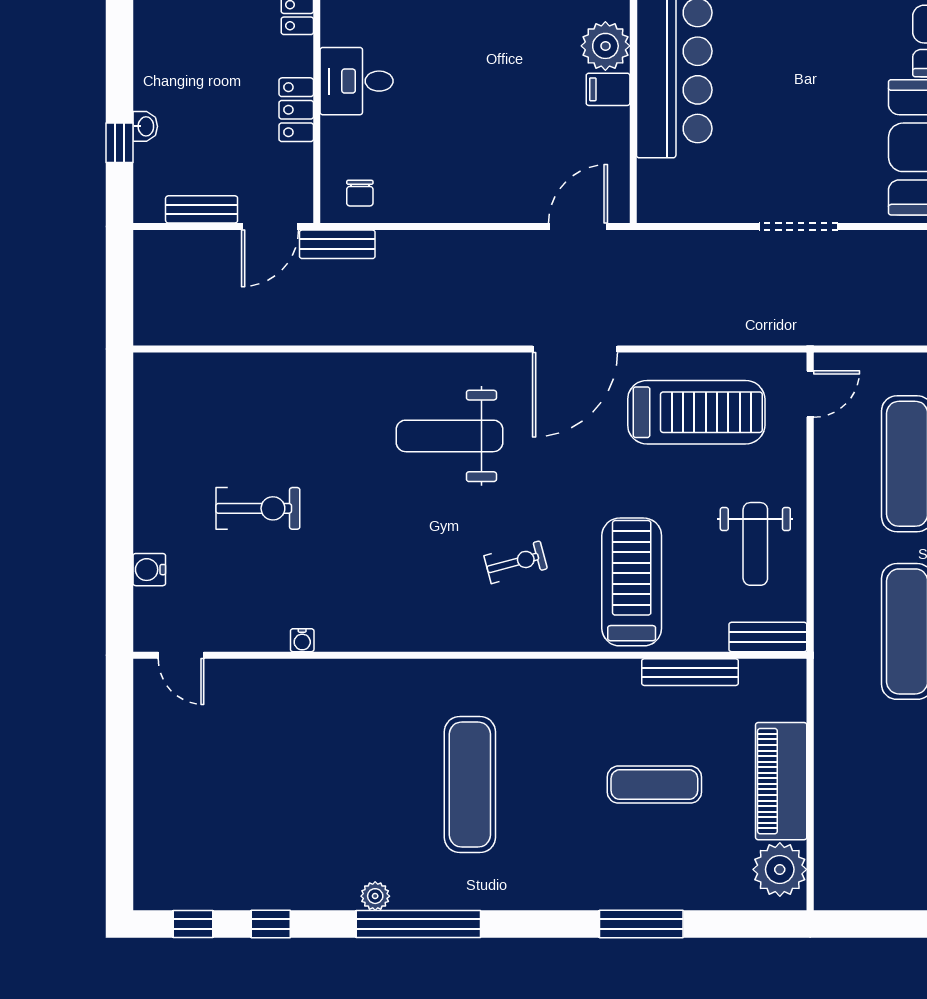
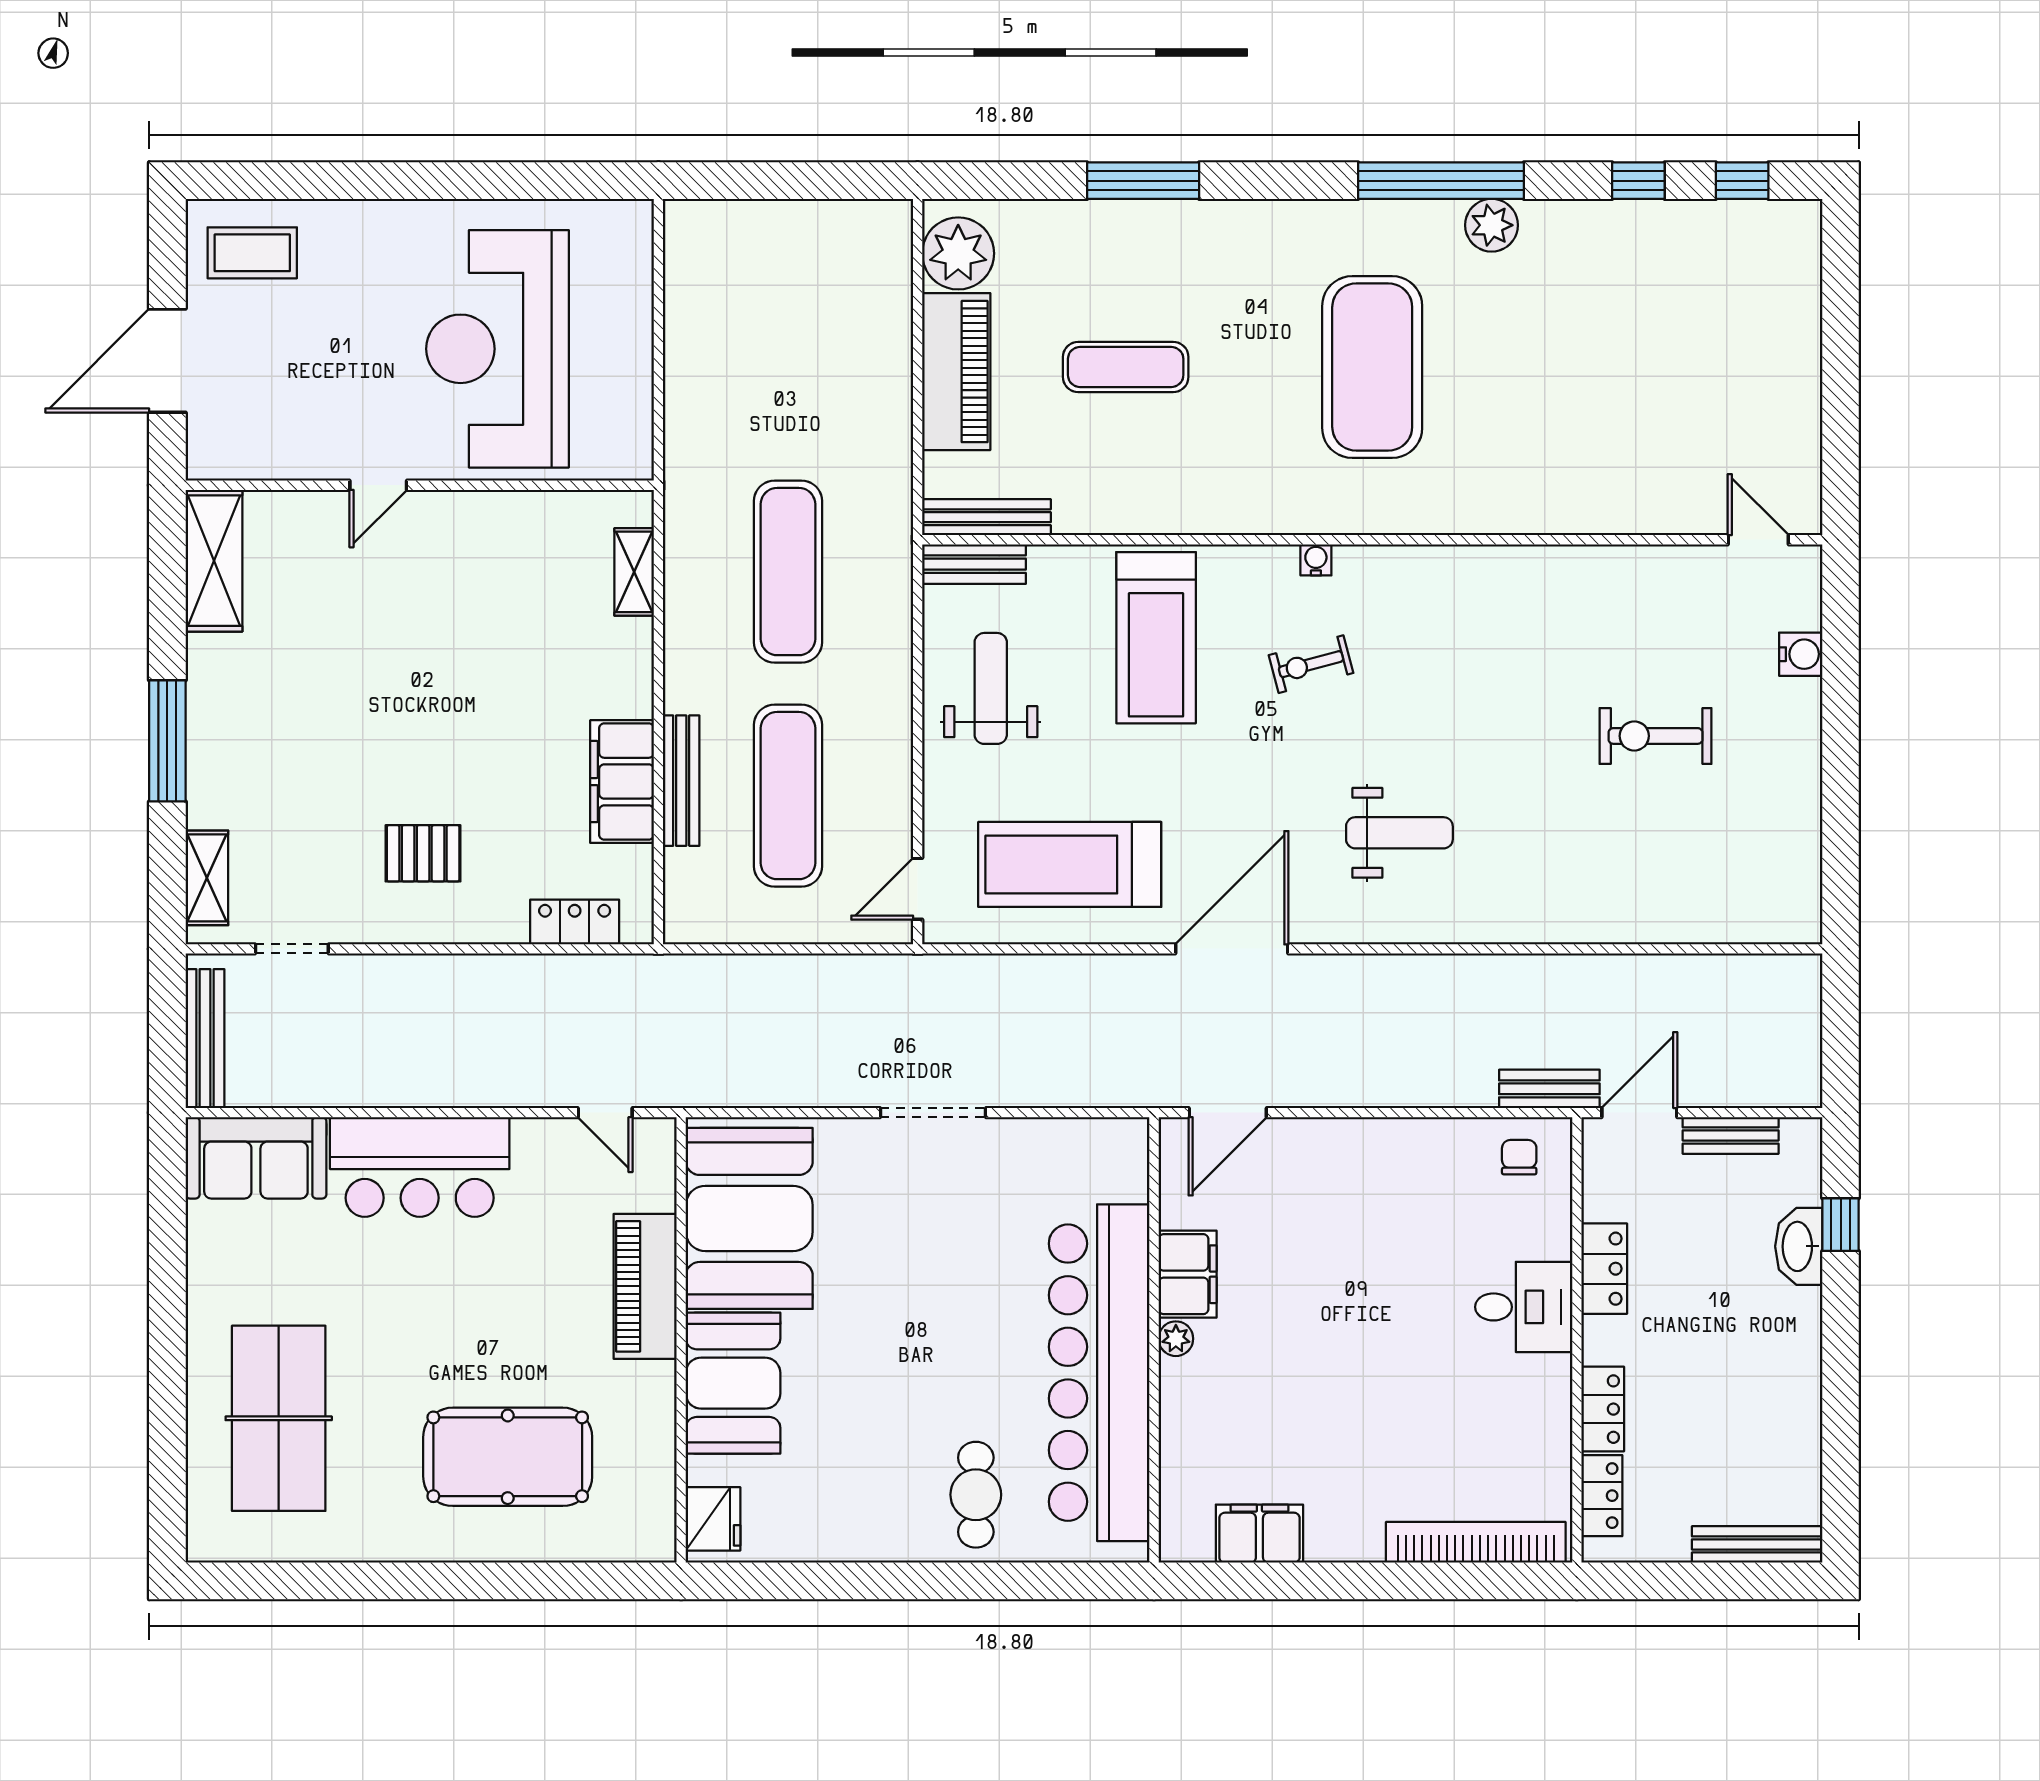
plant: (605, 46) -> (1176, 1339), width x0.53, depth x0.53
filing cabinet: (608, 89) -> (1188, 1274), width x2.00
washbasin: (145, 126) -> (1799, 1246), width x1.91, depth x1.45
weight bench: (449, 436) -> (1399, 833), width x0.73, depth x0.75
water cooler: (302, 640) -> (1316, 560), moved
bench: (690, 672) -> (986, 517), moved
exercise mat: (470, 785) -> (1372, 367), width x1.47
plant: (375, 896) -> (1492, 225), width x1.38, depth x1.38

